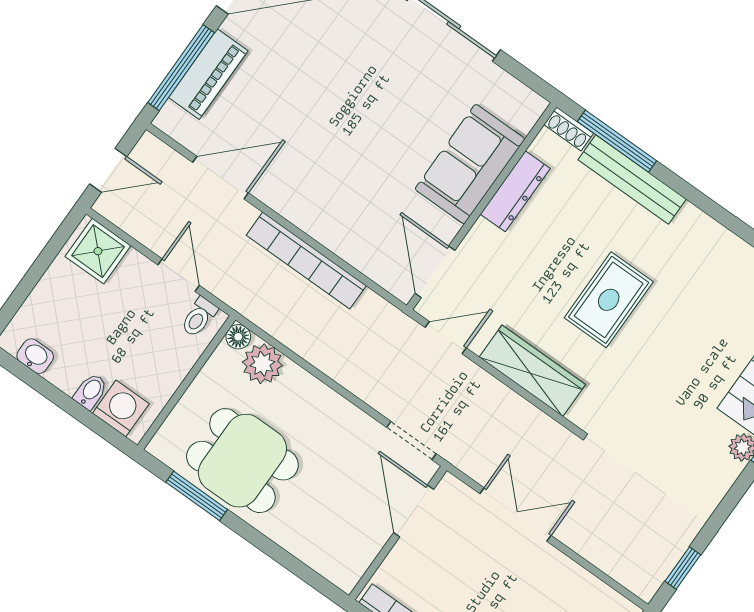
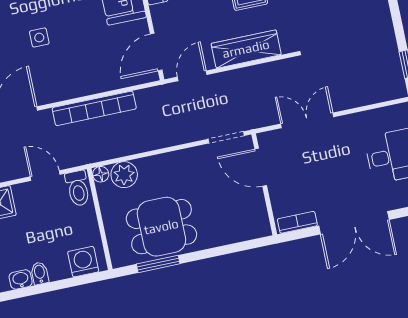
side table: (329, 124) -> (39, 38), added
door: (435, 272) -> (156, 52), hinge flipped
toilet: (199, 317) -> (78, 188), width x1.37, depth x1.39
bidet: (91, 391) -> (40, 273), moved

